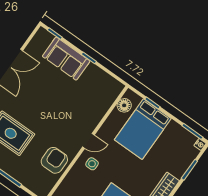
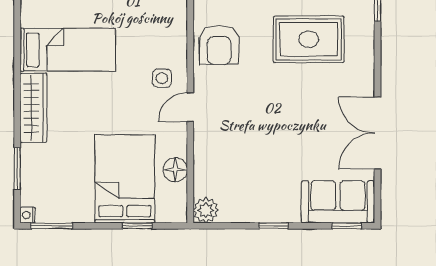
sofa: (66, 59) -> (338, 202), moved
plant: (115, 88) -> (206, 210), added
floor lamp: (124, 105) -> (175, 170), moved

